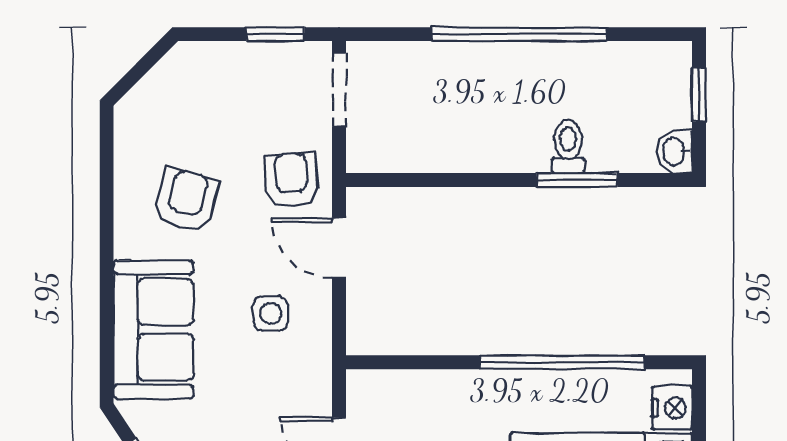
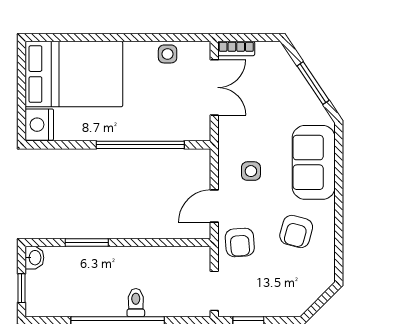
toilet: (568, 147) -> (136, 303), moved, turned 180
door: (339, 248) -> (214, 206), swing flipped
window: (562, 362) -> (140, 145), moved
nightstand: (672, 408) -> (39, 125), width x1.36, depth x1.33

